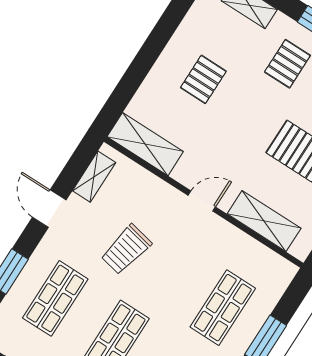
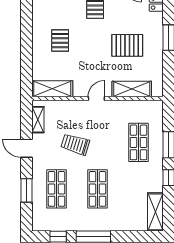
trolley: (126, 250) -> (75, 144), turned 95

